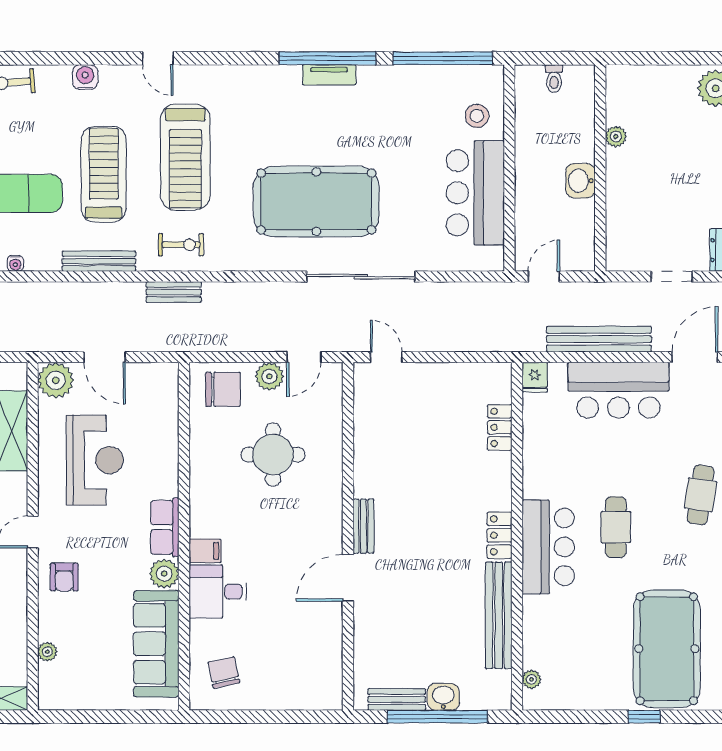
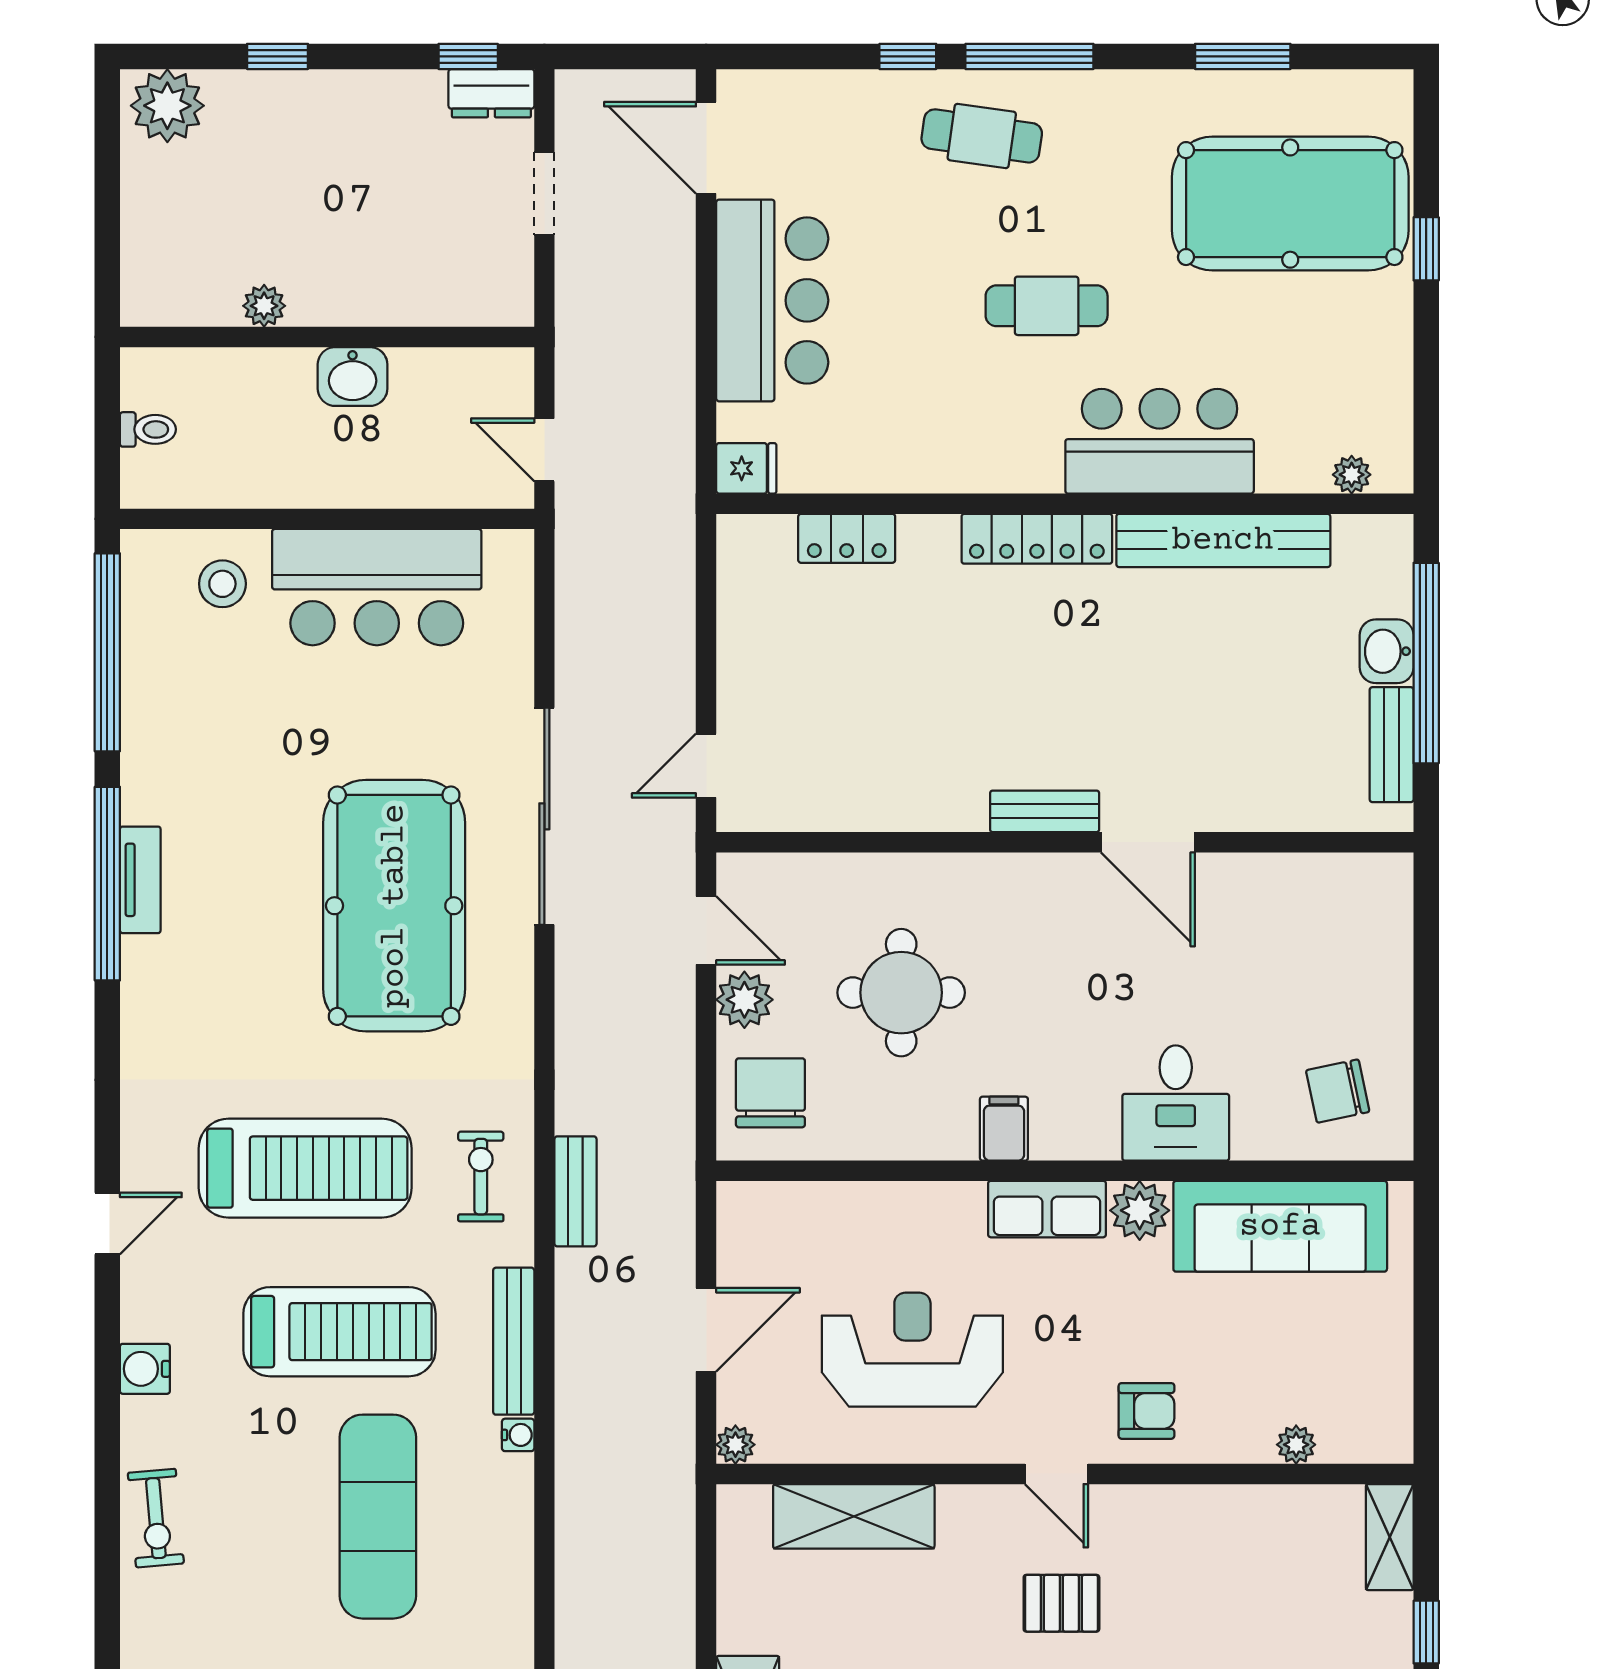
treadmill: (104, 174) -> (339, 1332), turned 180
water cooler: (15, 263) -> (518, 1435), moved
bench: (599, 339) -> (670, 340), removed
plant: (56, 380) -> (735, 1445), width x0.53, depth x0.53
locker: (499, 535) -> (1037, 539), width x1.53
bar counter: (548, 547) -> (1160, 441), moved
filing cabinet: (205, 551) -> (1004, 1129), moved

